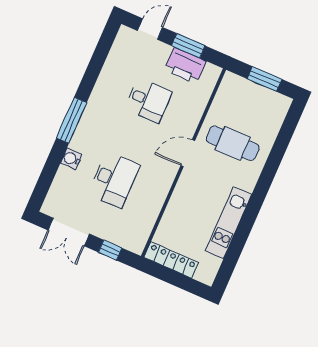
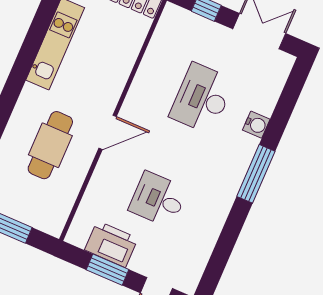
cafe table: (233, 143) -> (50, 145), turned 90

